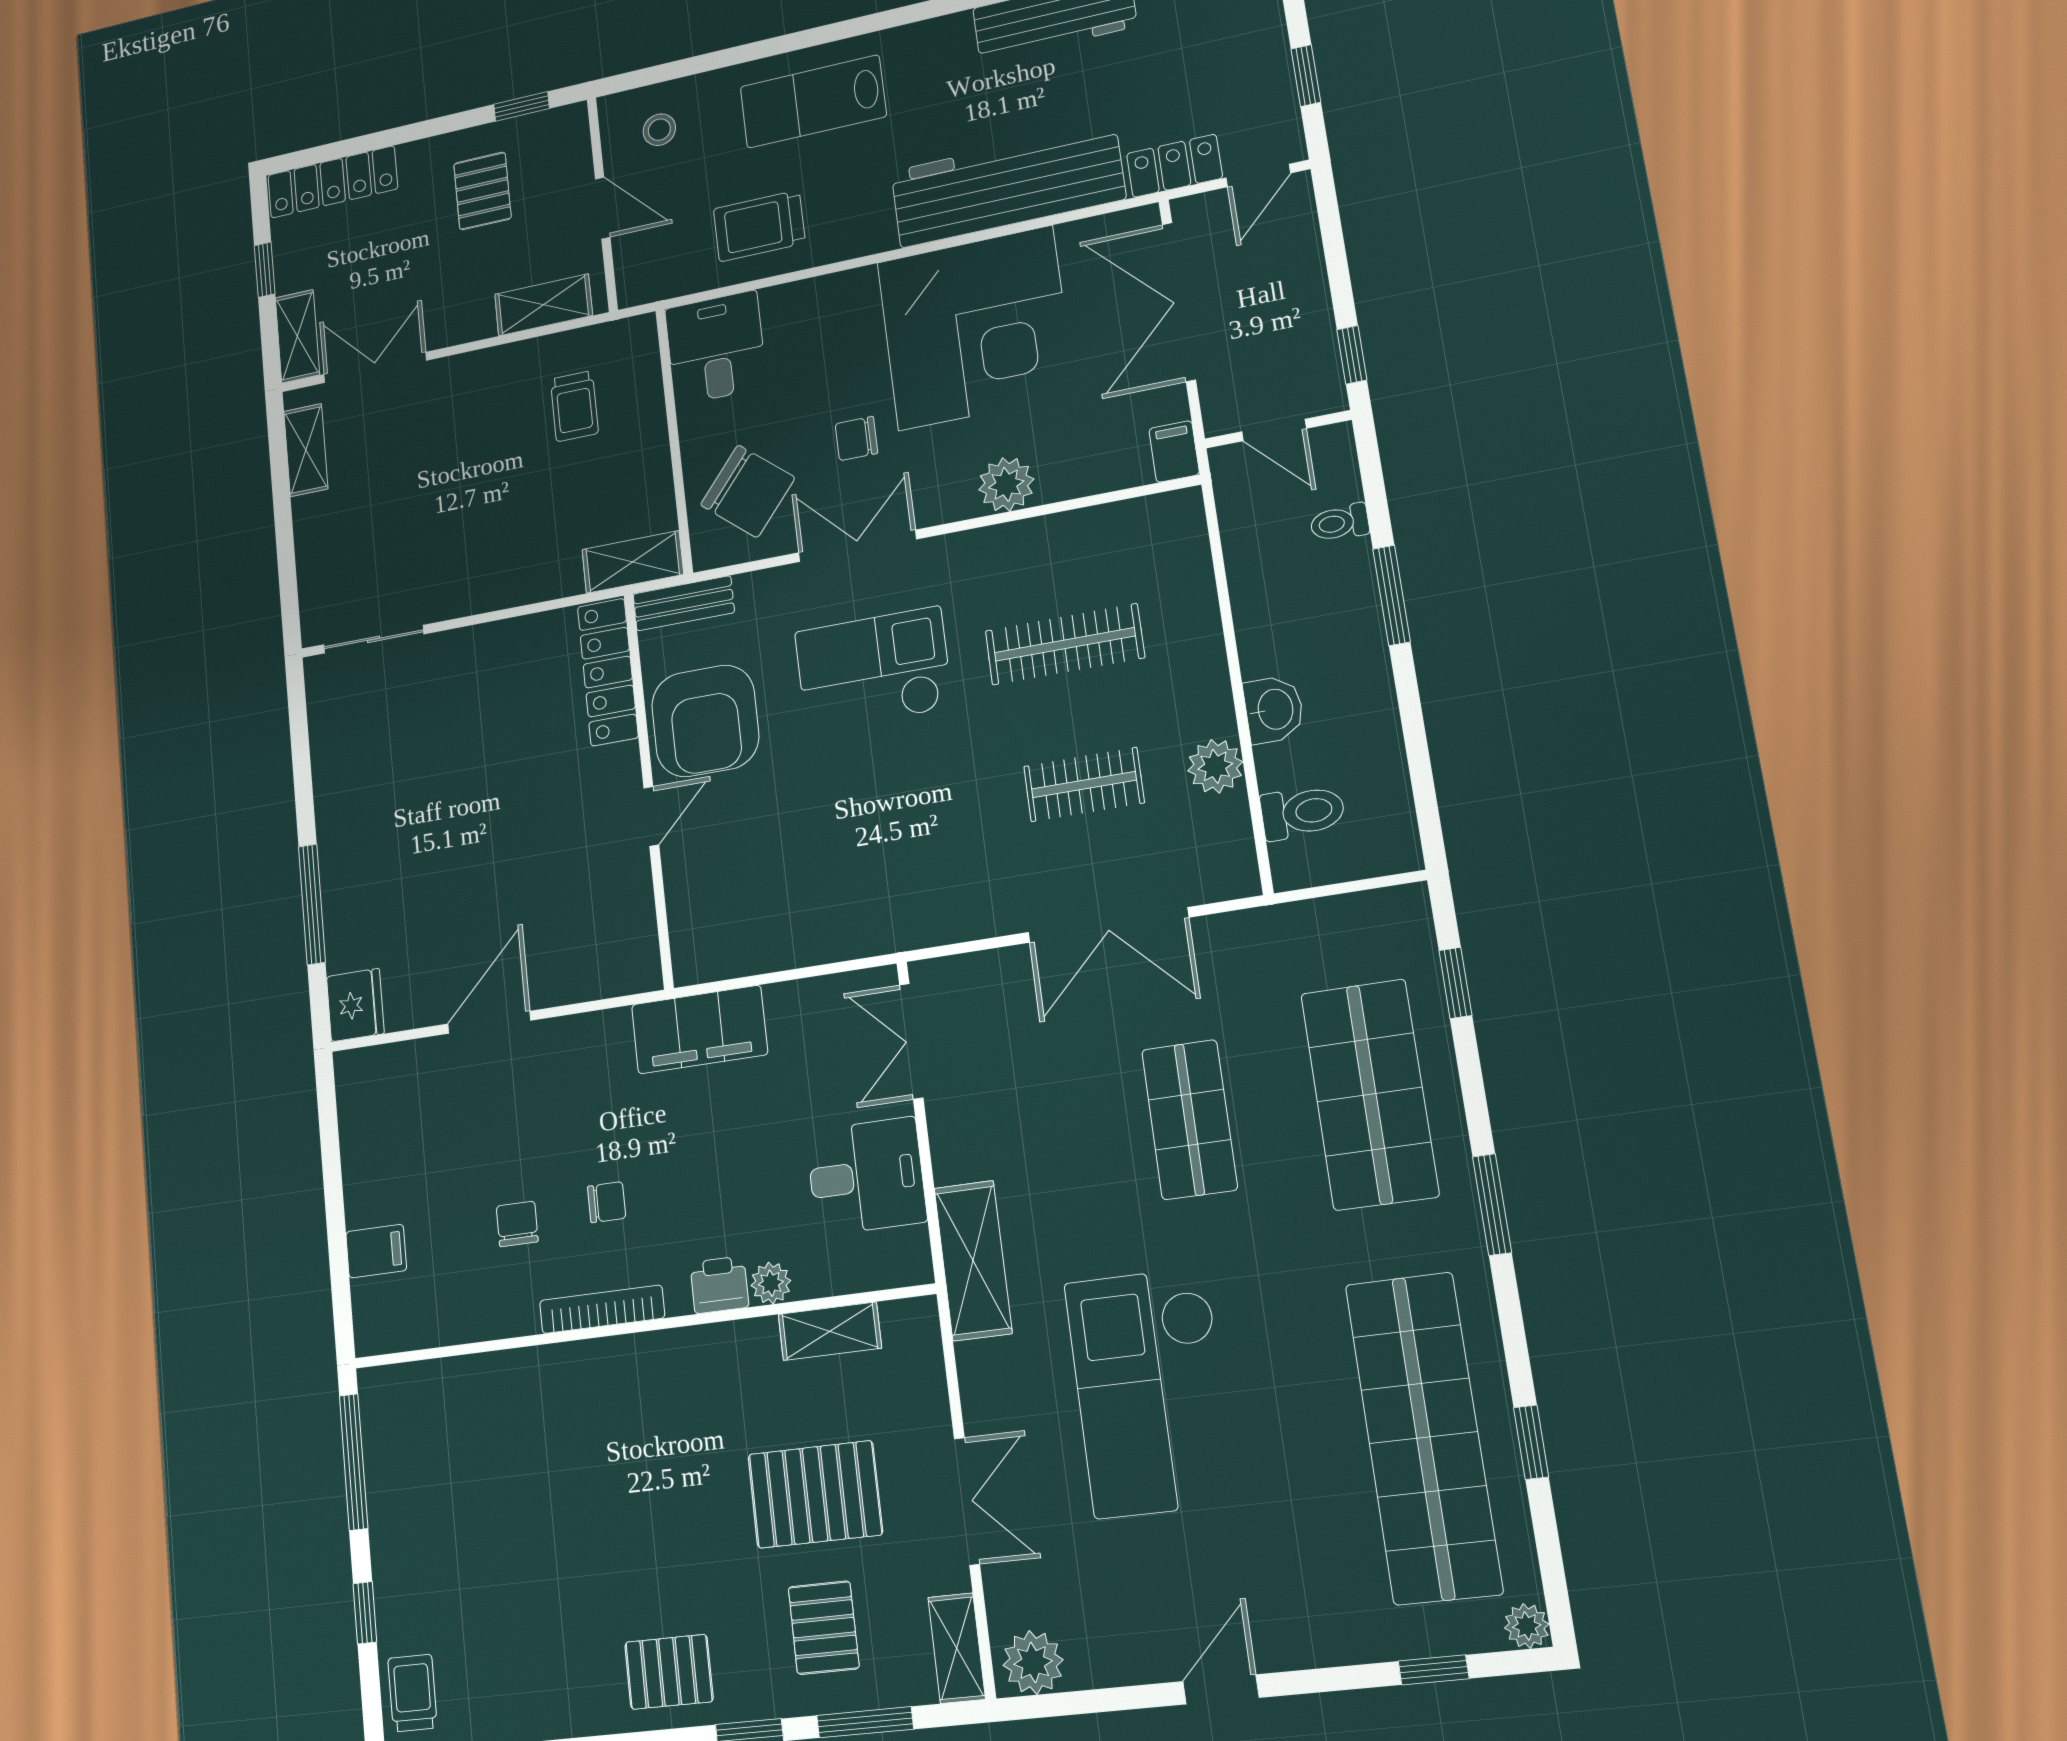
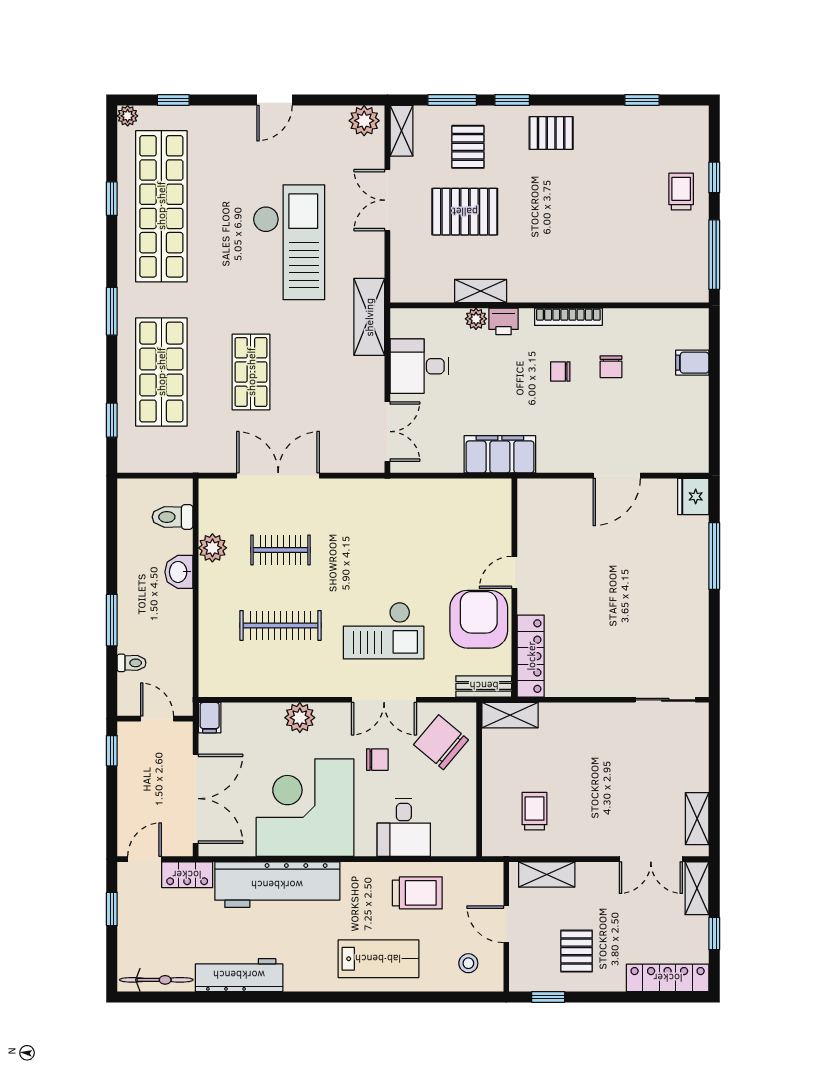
desk: (716, 348) -> (404, 828), moved
shelving: (830, 1331) -> (481, 291), moved
trolley: (412, 1693) -> (681, 191), moved, turned 180

